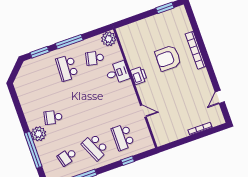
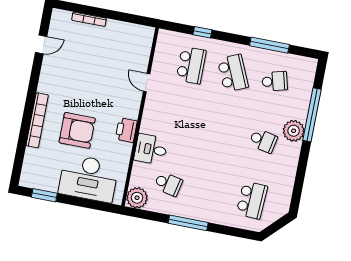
desk: (144, 33) -> (89, 178), added
window: (40, 52) -> (233, 231), removed
school desk: (67, 68) -> (252, 200), moved

